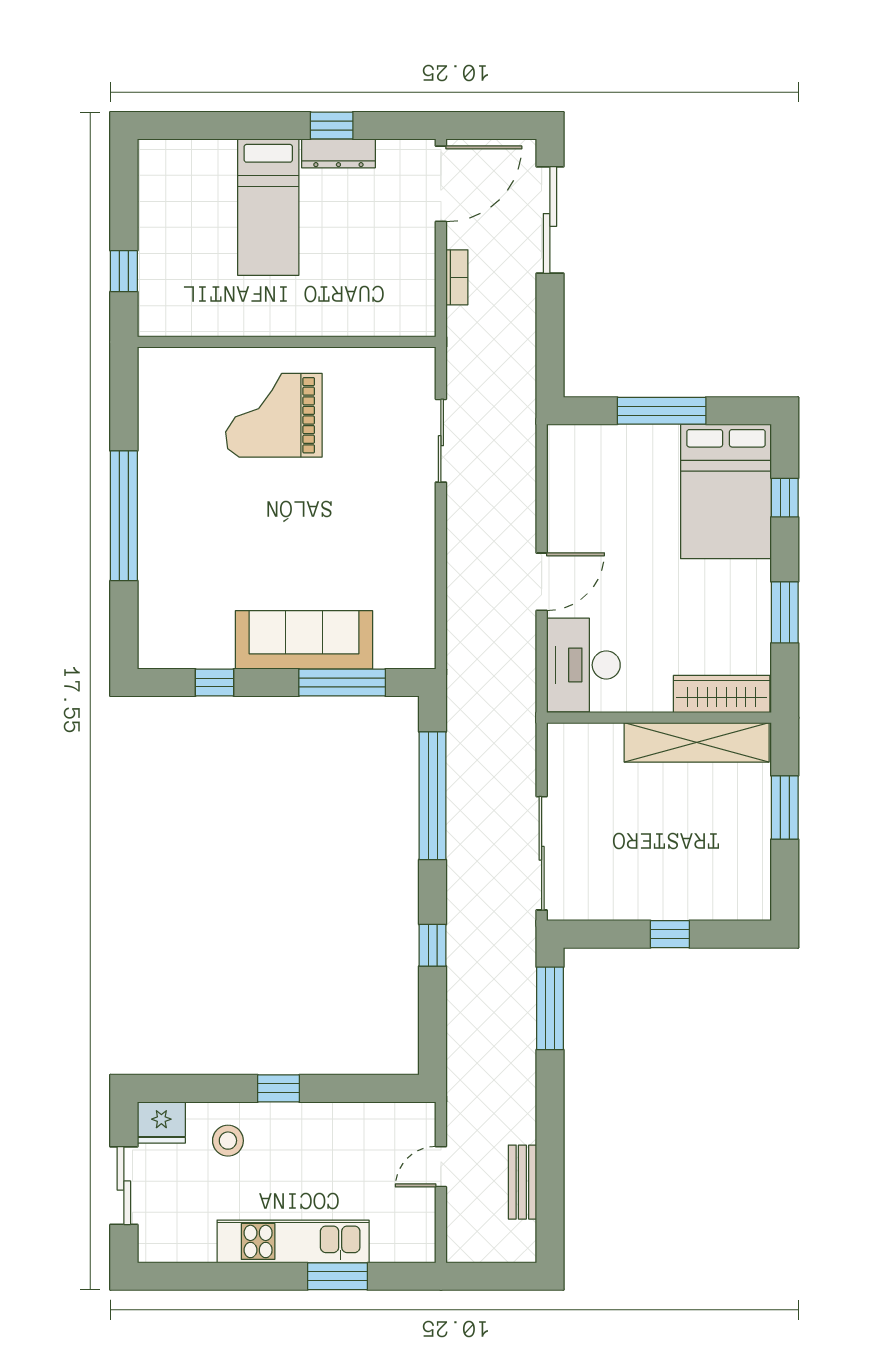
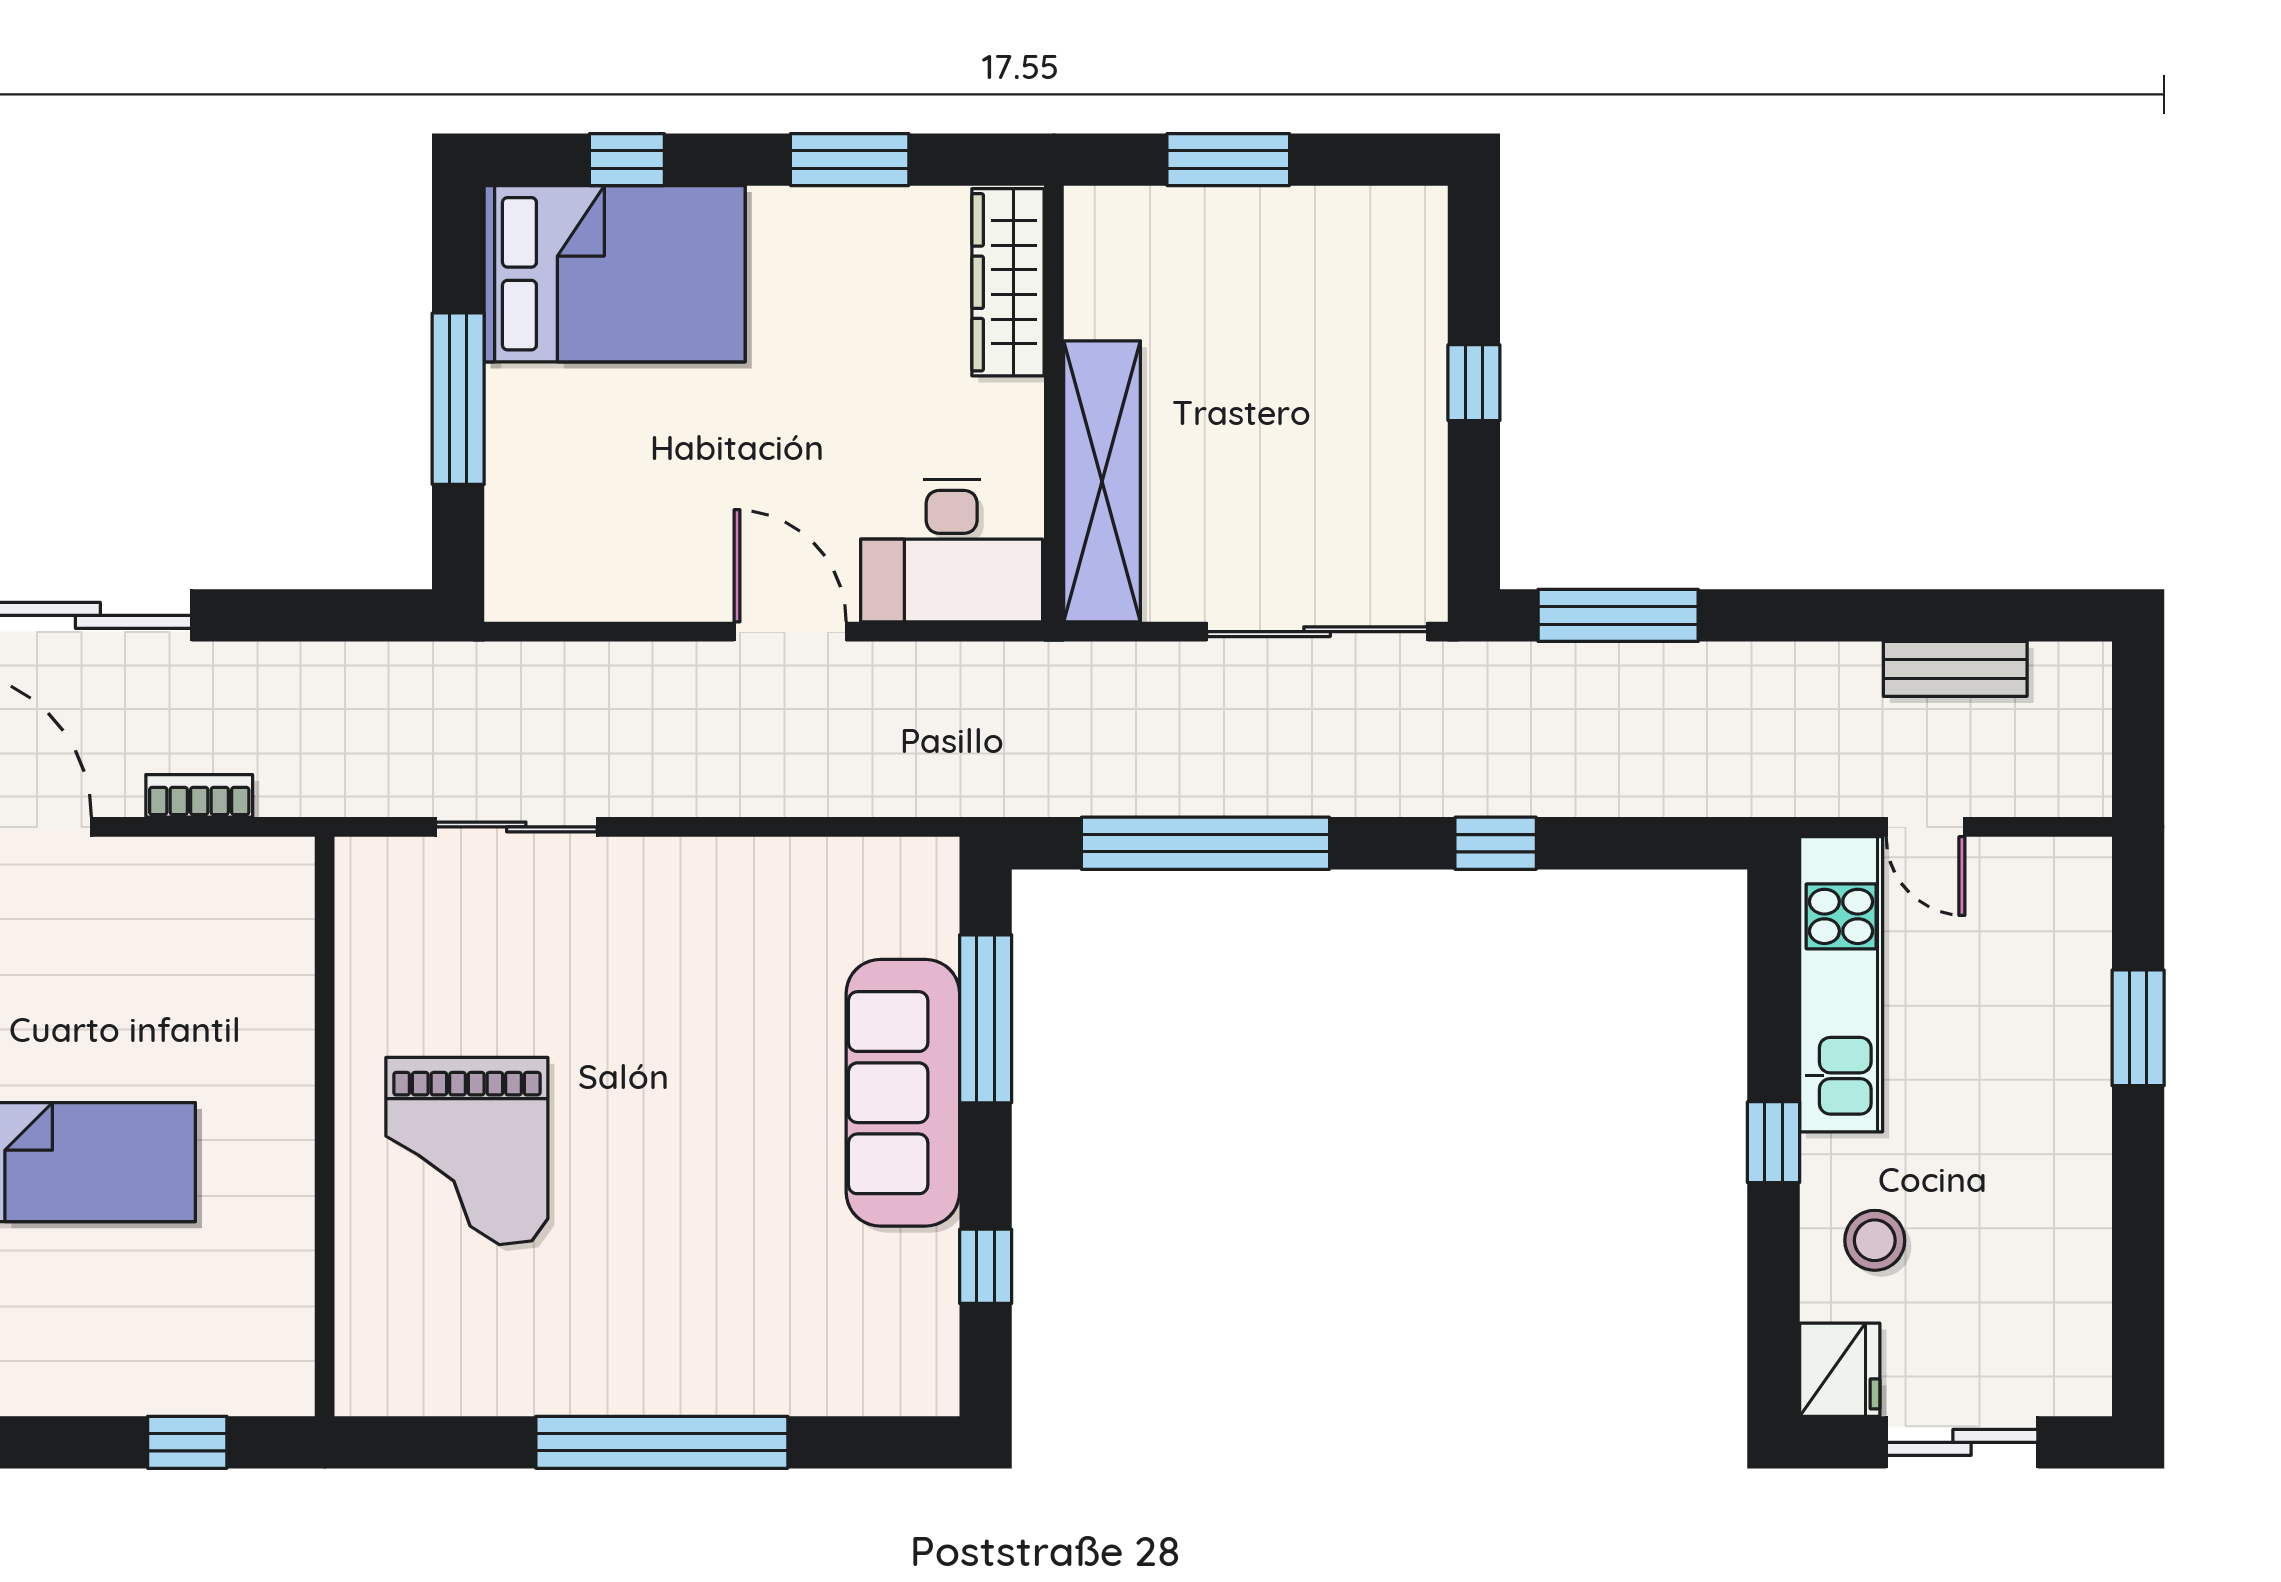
shelving: (697, 742) -> (1102, 481), moved
kitchen unit: (293, 1241) -> (1841, 984), moved, turned 180

